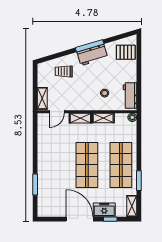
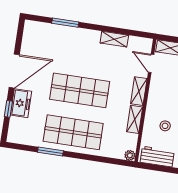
shelving: (132, 206) -> (114, 39), moved

